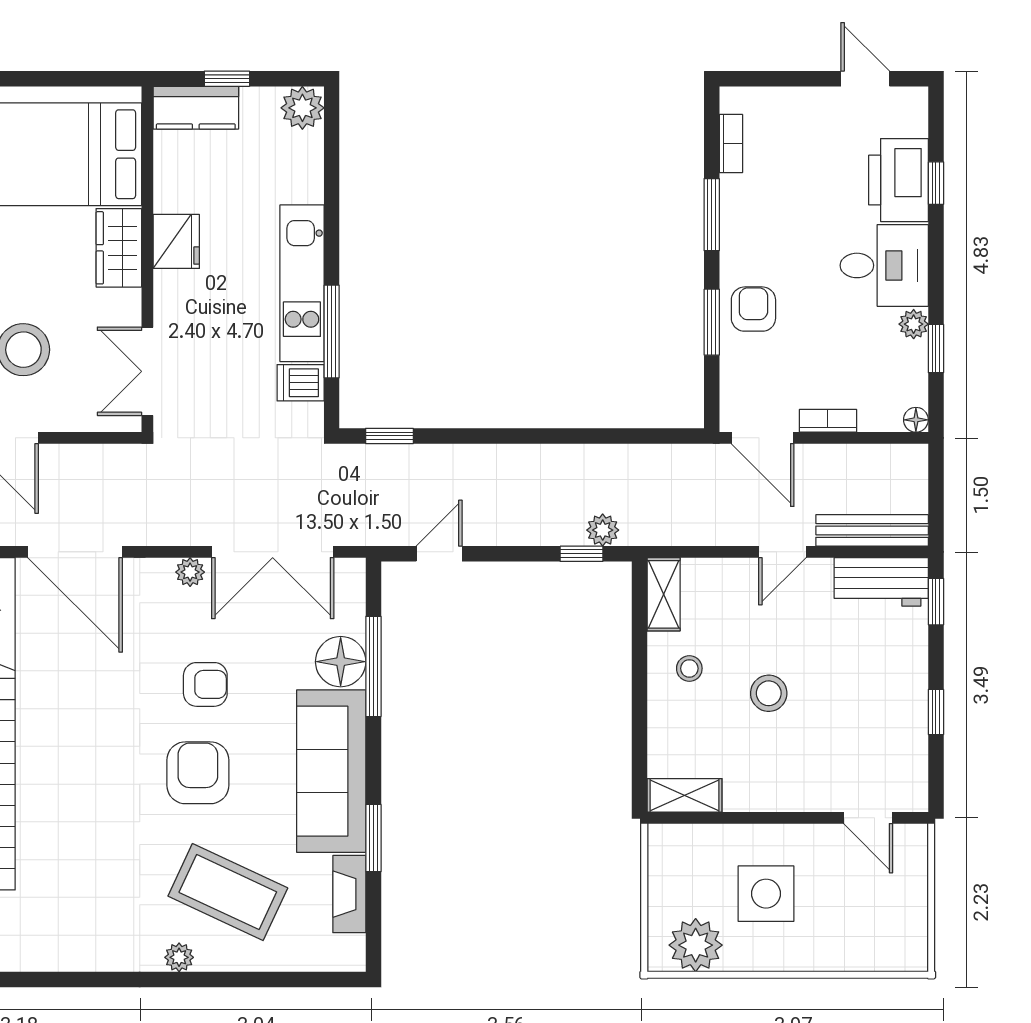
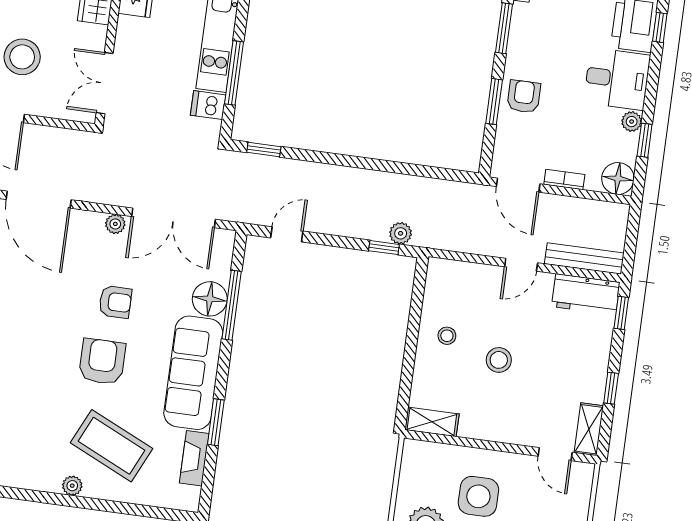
floor lamp: (916, 420) -> (618, 179), width x1.89, depth x1.89
shelving: (664, 594) -> (589, 429), moved

